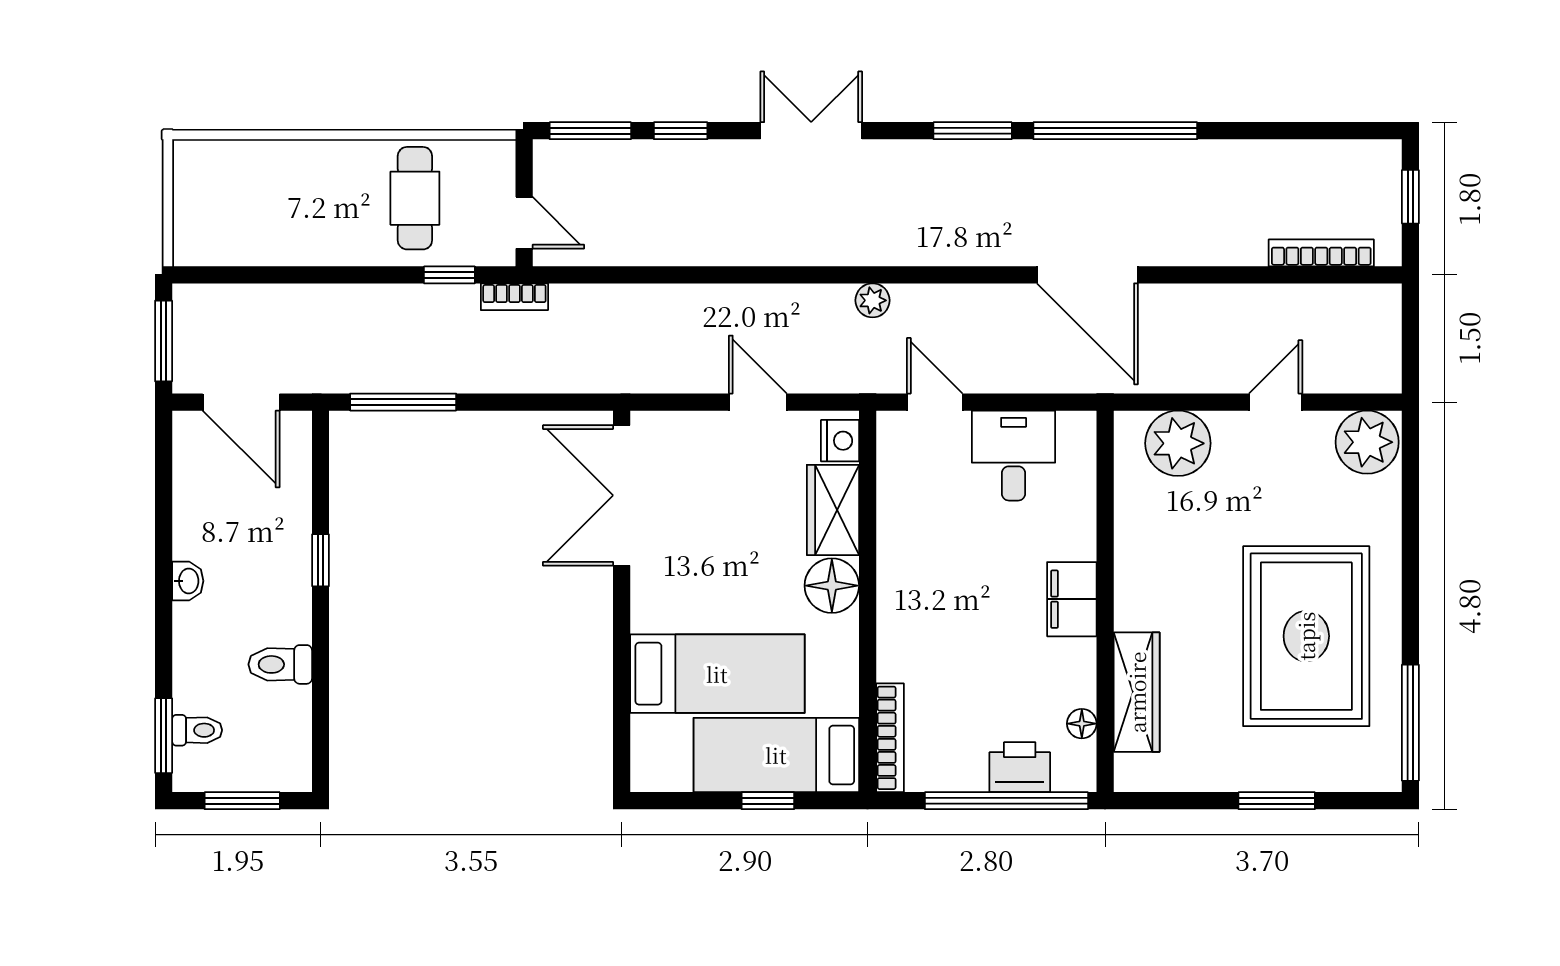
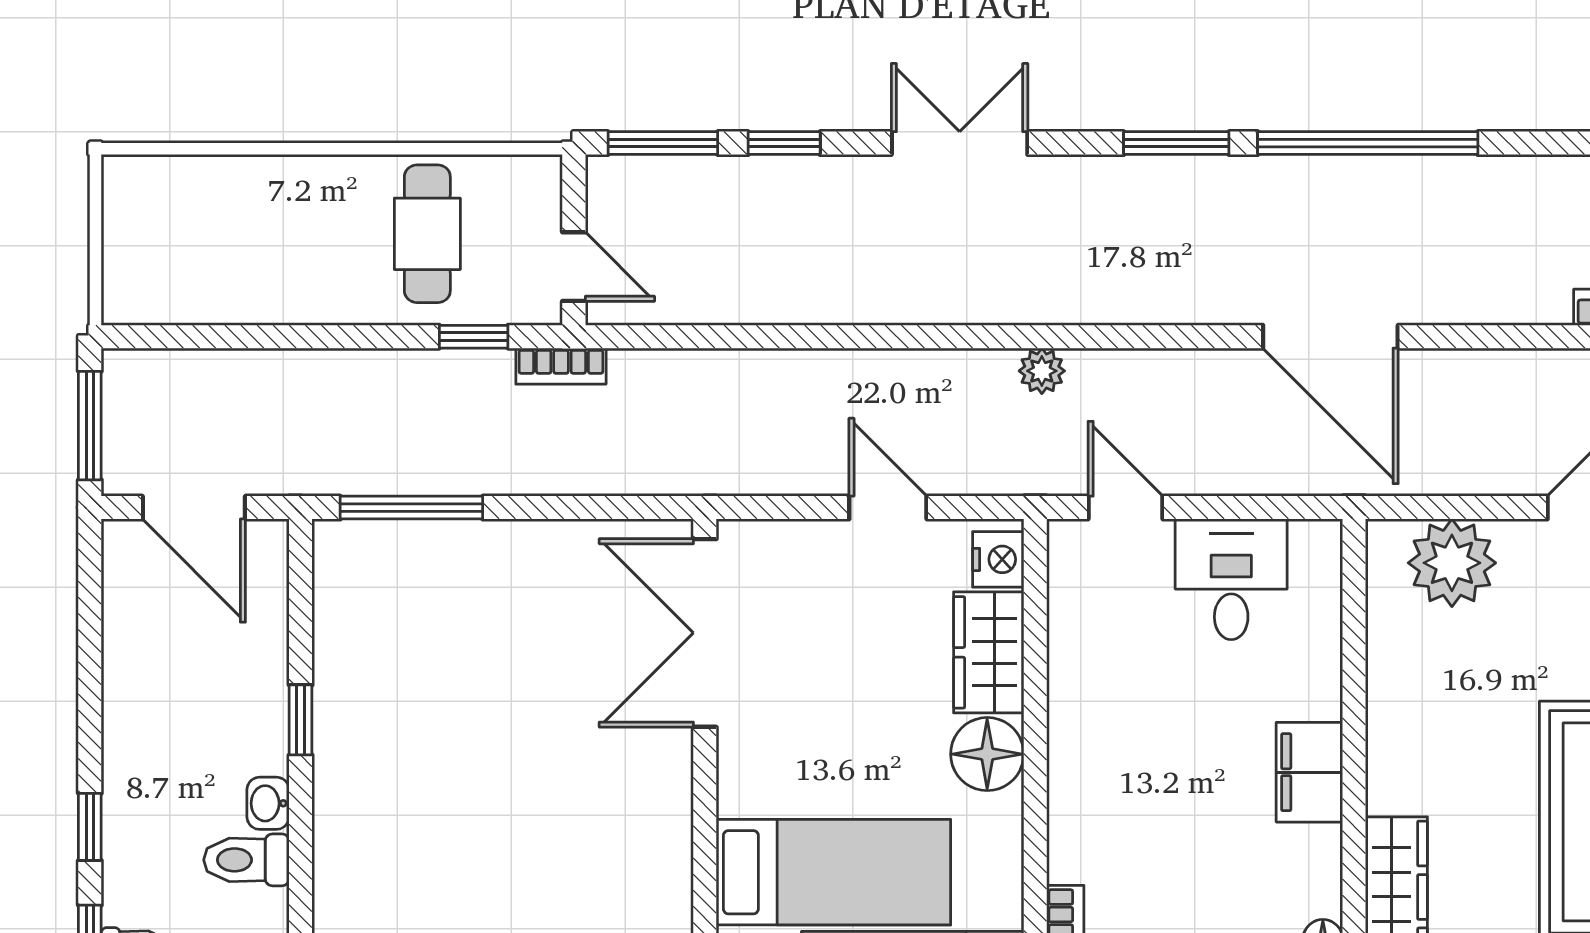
washbasin: (188, 581) -> (268, 803), moved, turned 180
window: (164, 640) -> (90, 827), added

